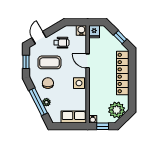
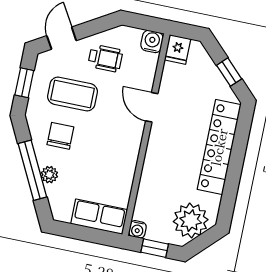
side table: (79, 83) -> (125, 149), removed

